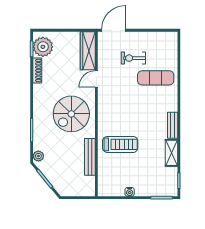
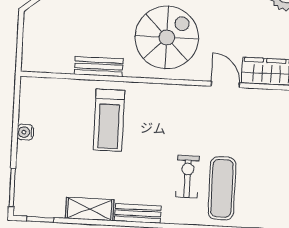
exercise bike: (133, 58) -> (188, 177), moved
spiral stairs: (71, 114) -> (167, 37), turned 90
bench: (90, 157) -> (99, 67), width x0.73

